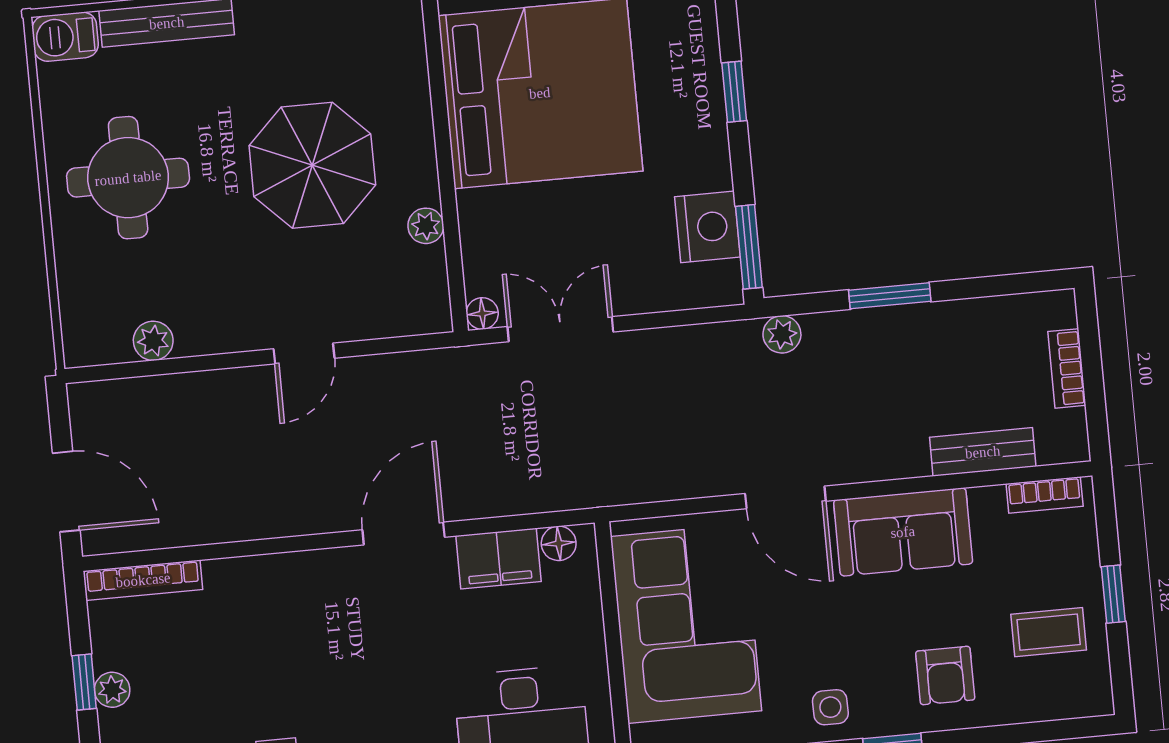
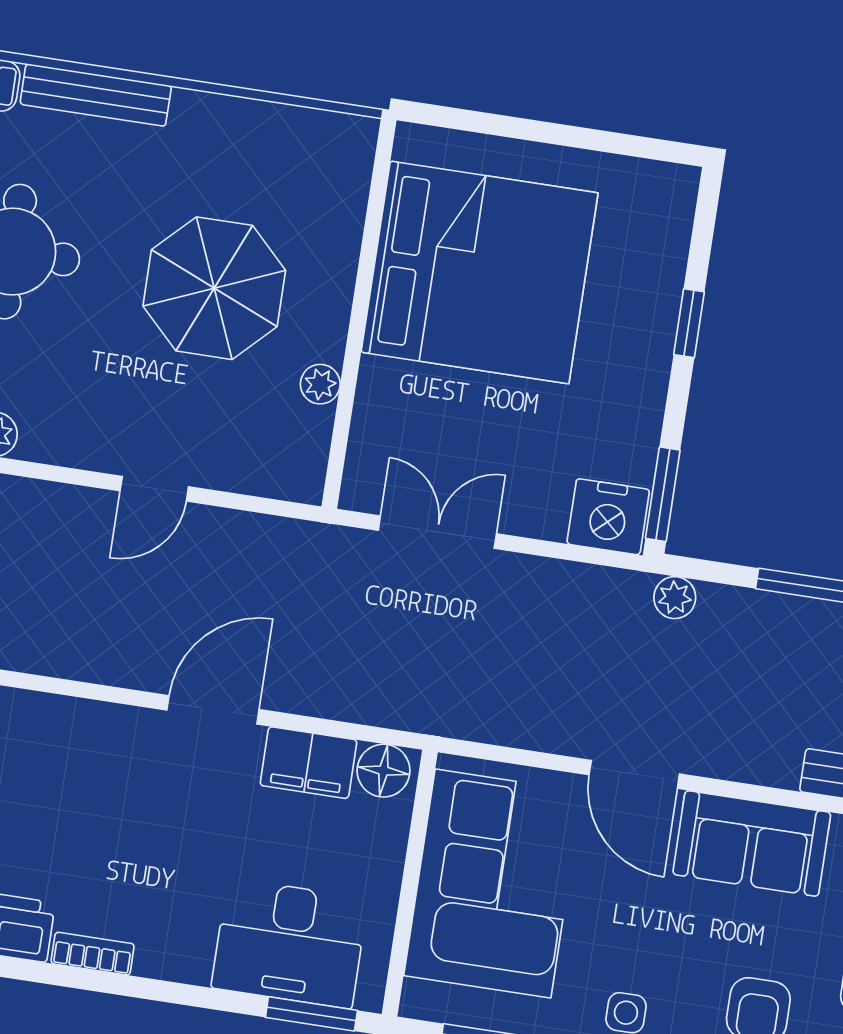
nightstand: (707, 227) -> (608, 517), moved, turned 90
floor lamp: (482, 314) -> (357, 494), removed
floor lamp: (559, 543) -> (383, 771), width x1.37, depth x1.37

